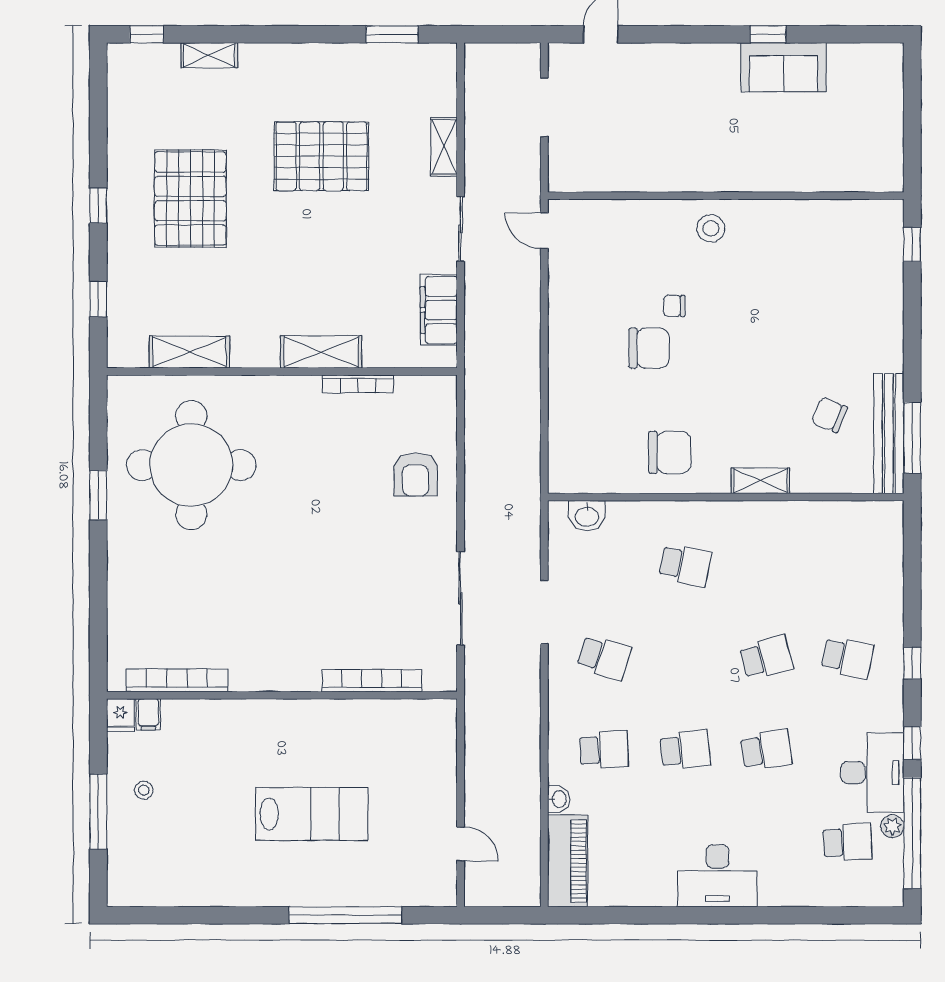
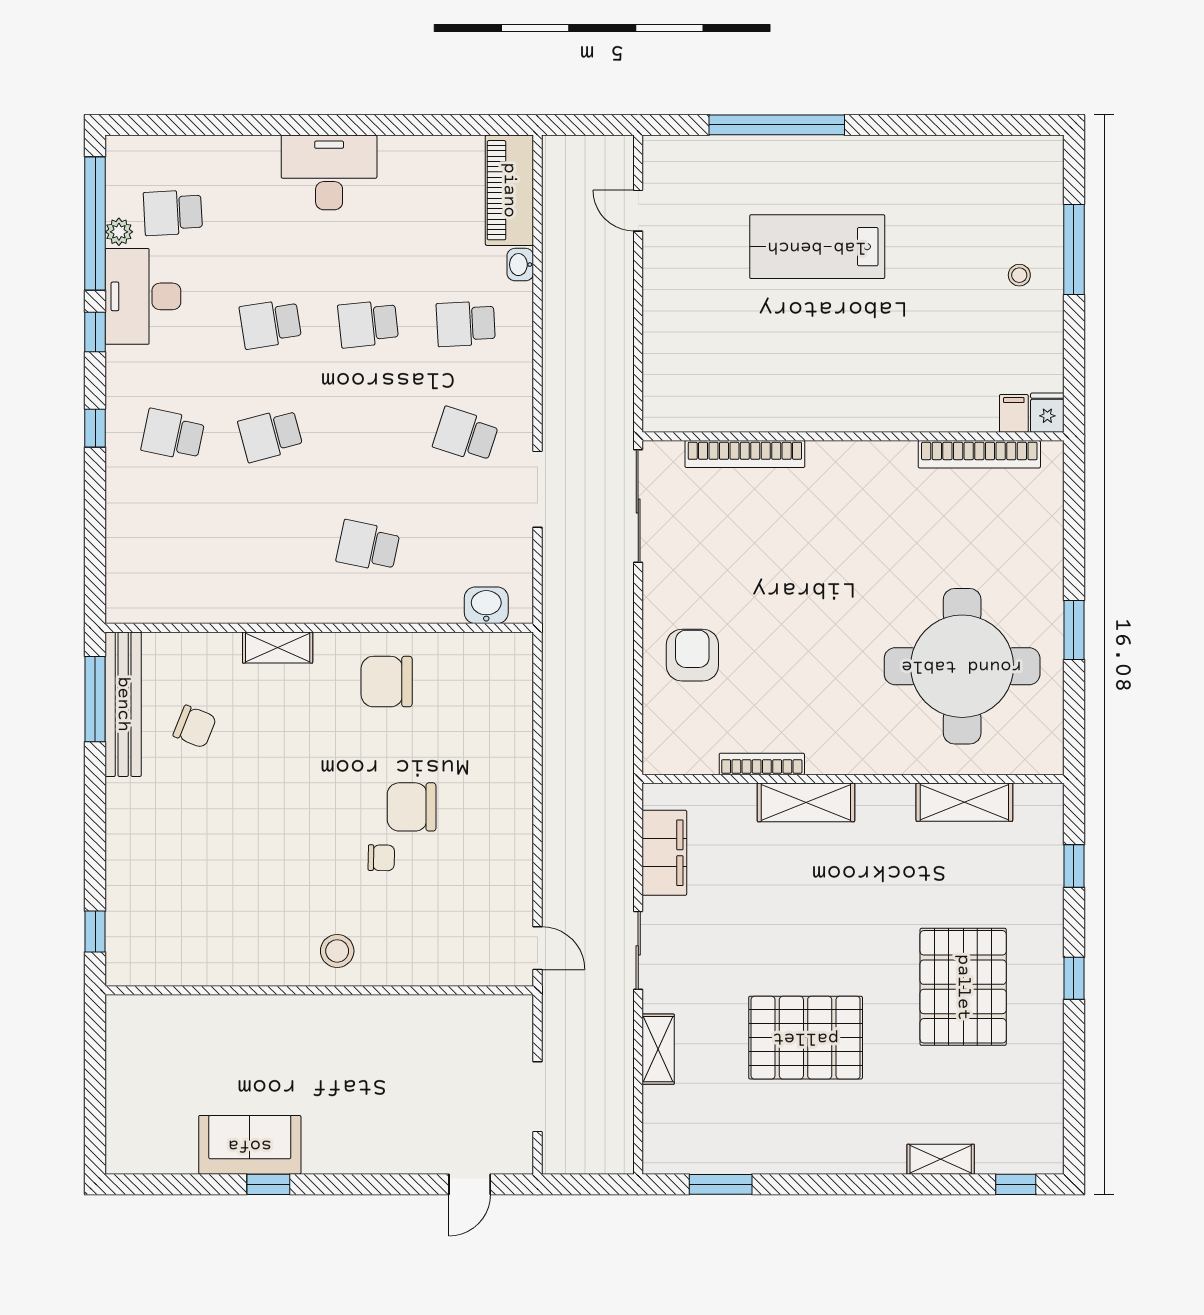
bookcase: (177, 680) -> (979, 454), moved
bookcase: (372, 681) -> (745, 454), moved
wall: (282, 695) -> (853, 436), moved
filing cabinet: (148, 714) -> (1014, 413), moved
fridge: (120, 715) -> (1047, 413), moved

